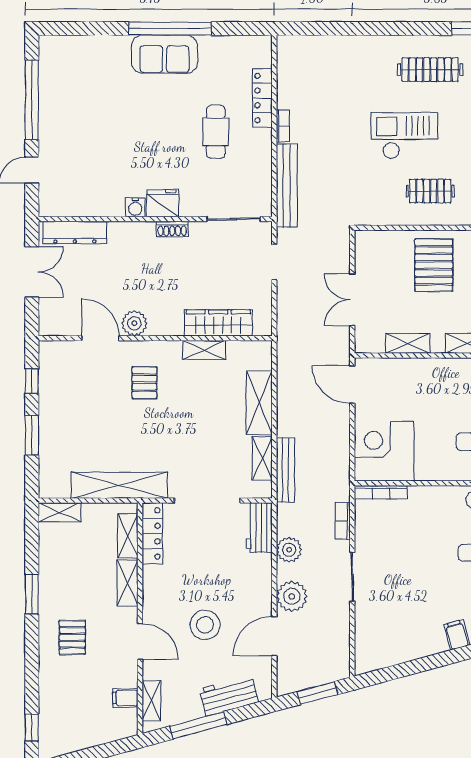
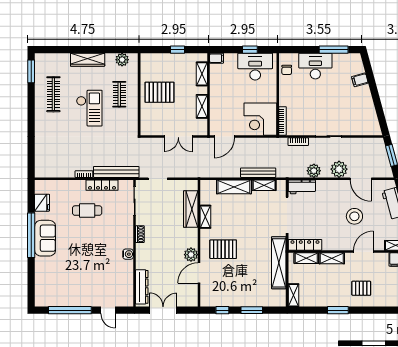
locker: (262, 98) -> (102, 185), moved
checkout: (405, 136) -> (89, 108), turned 180
fridge: (162, 203) -> (42, 203), moved, turned 180
pallet: (144, 383) -> (223, 249), width x1.50, depth x1.42
bench: (285, 470) -> (258, 173), moved

